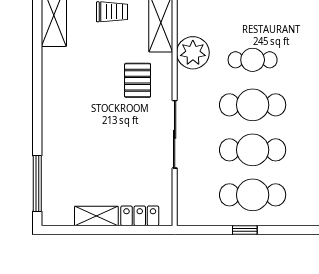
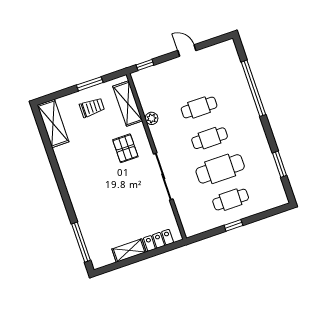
plant: (193, 53) -> (152, 118), width x0.53, depth x0.53
cafe table: (253, 105) -> (210, 138), width x0.73, depth x0.74
cafe table: (253, 195) -> (231, 200), width x0.73, depth x0.74

